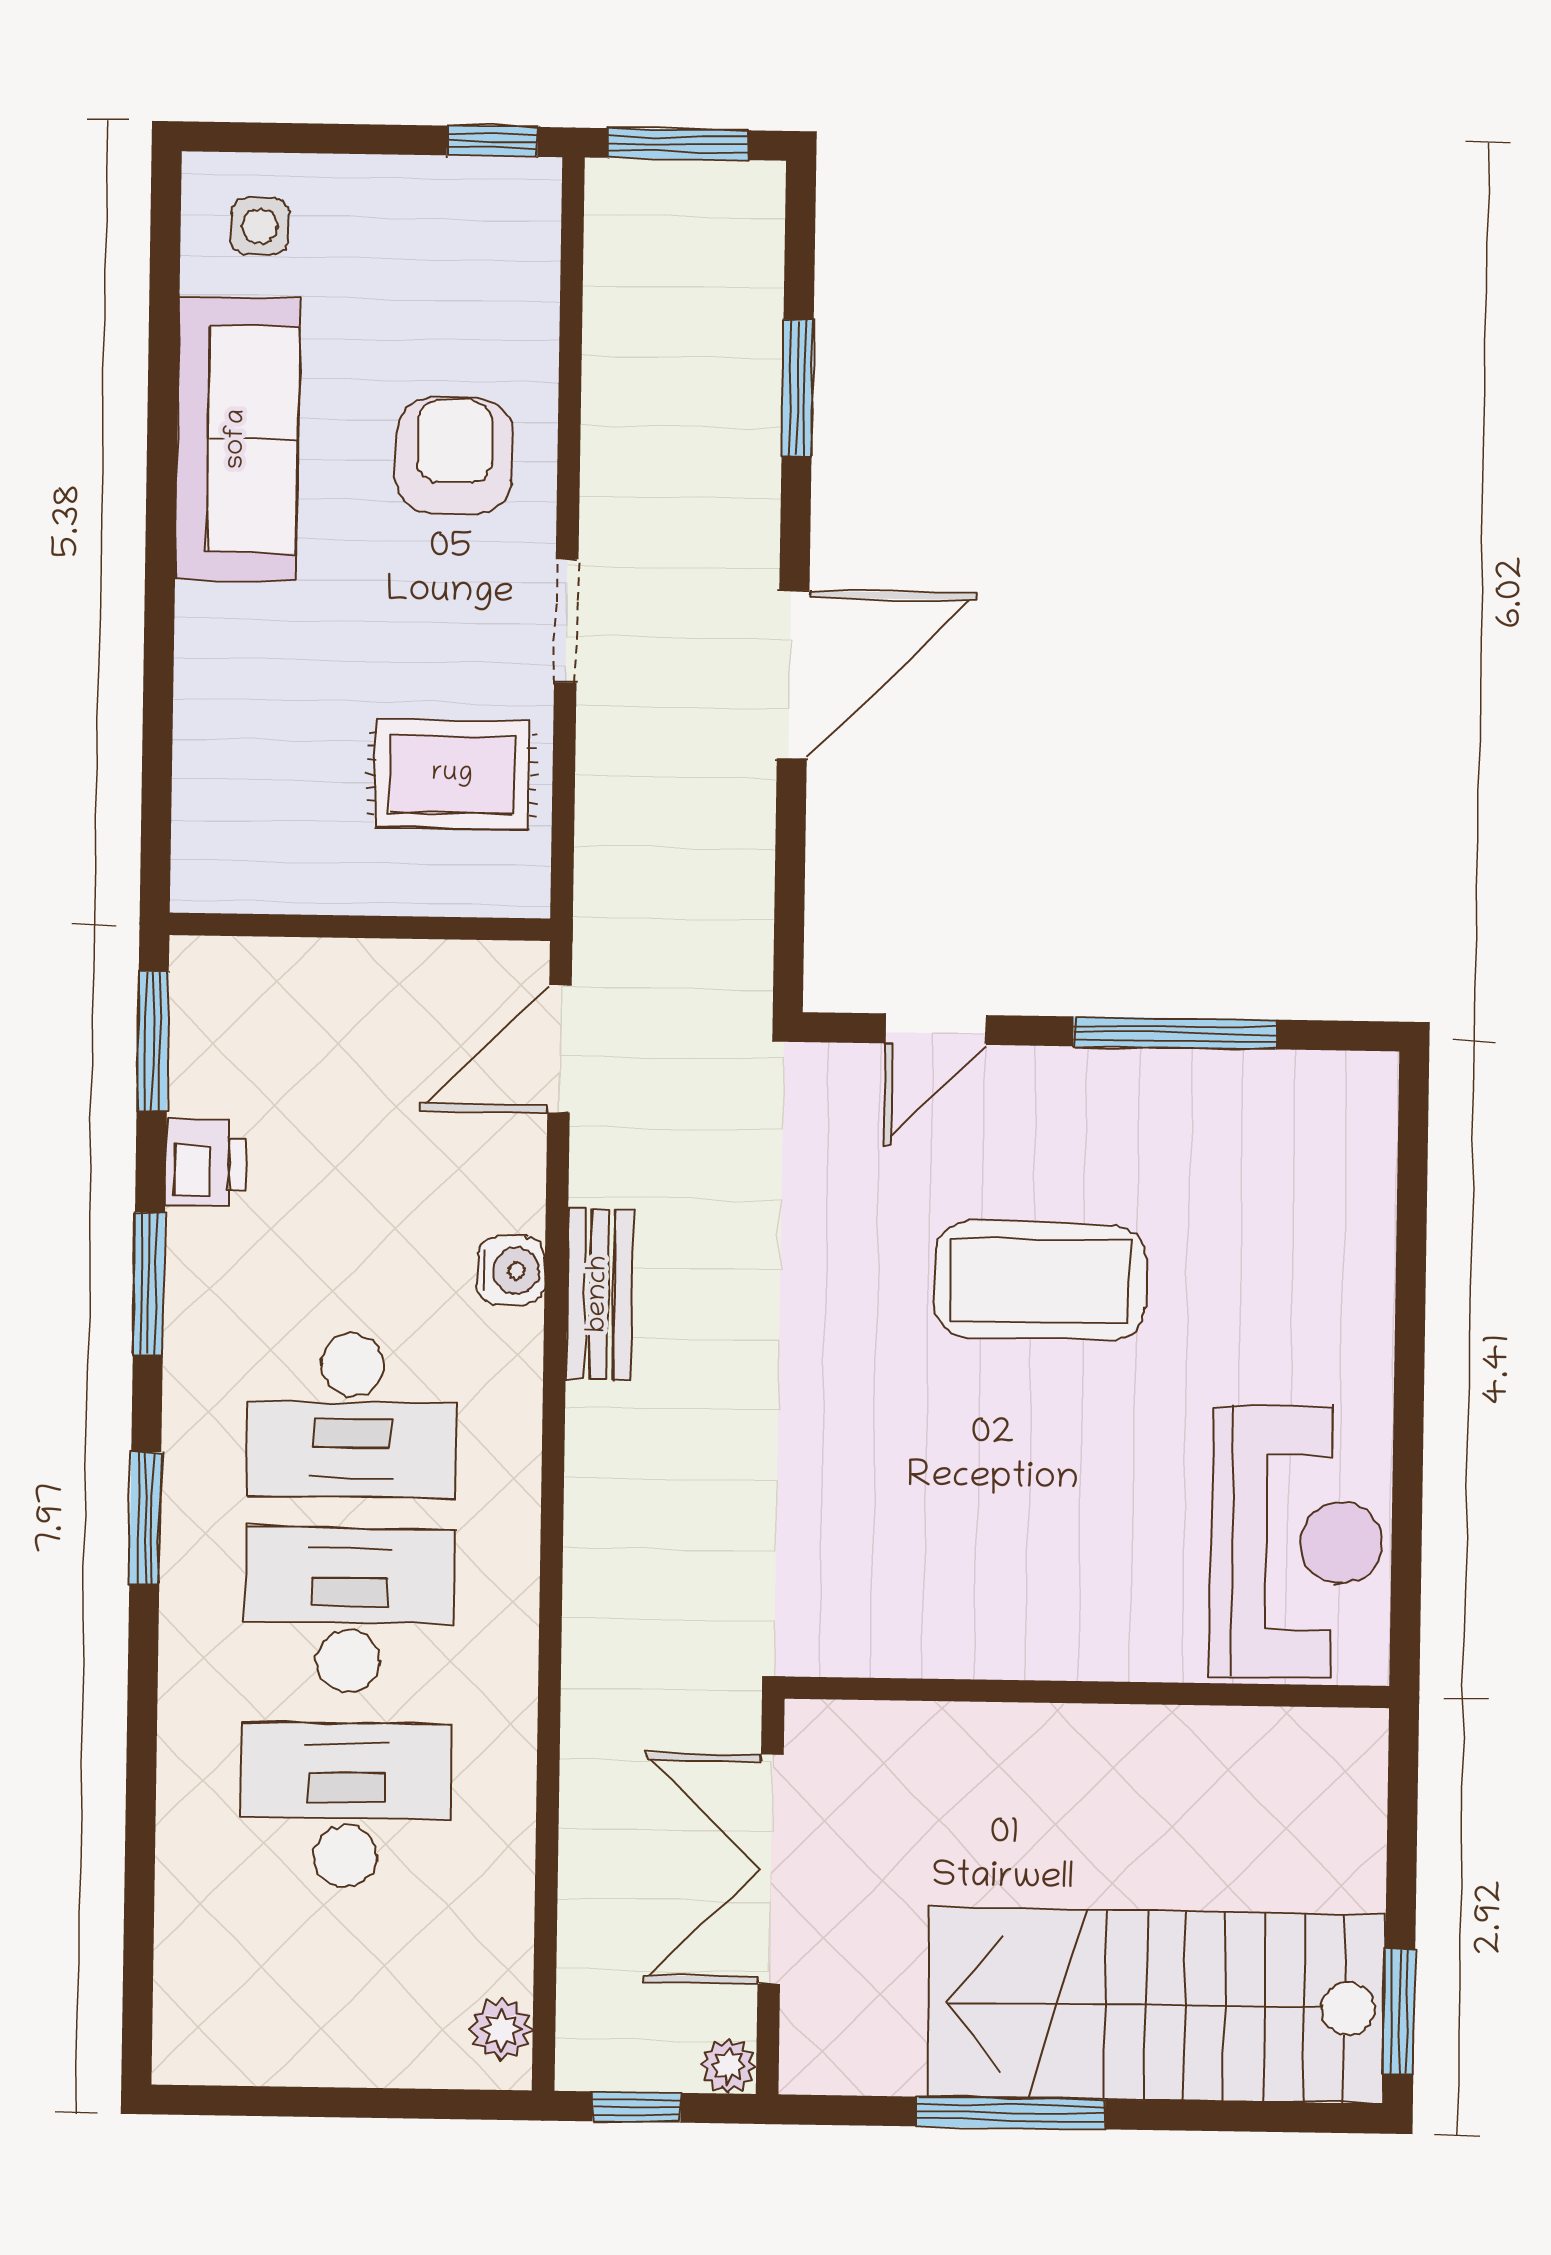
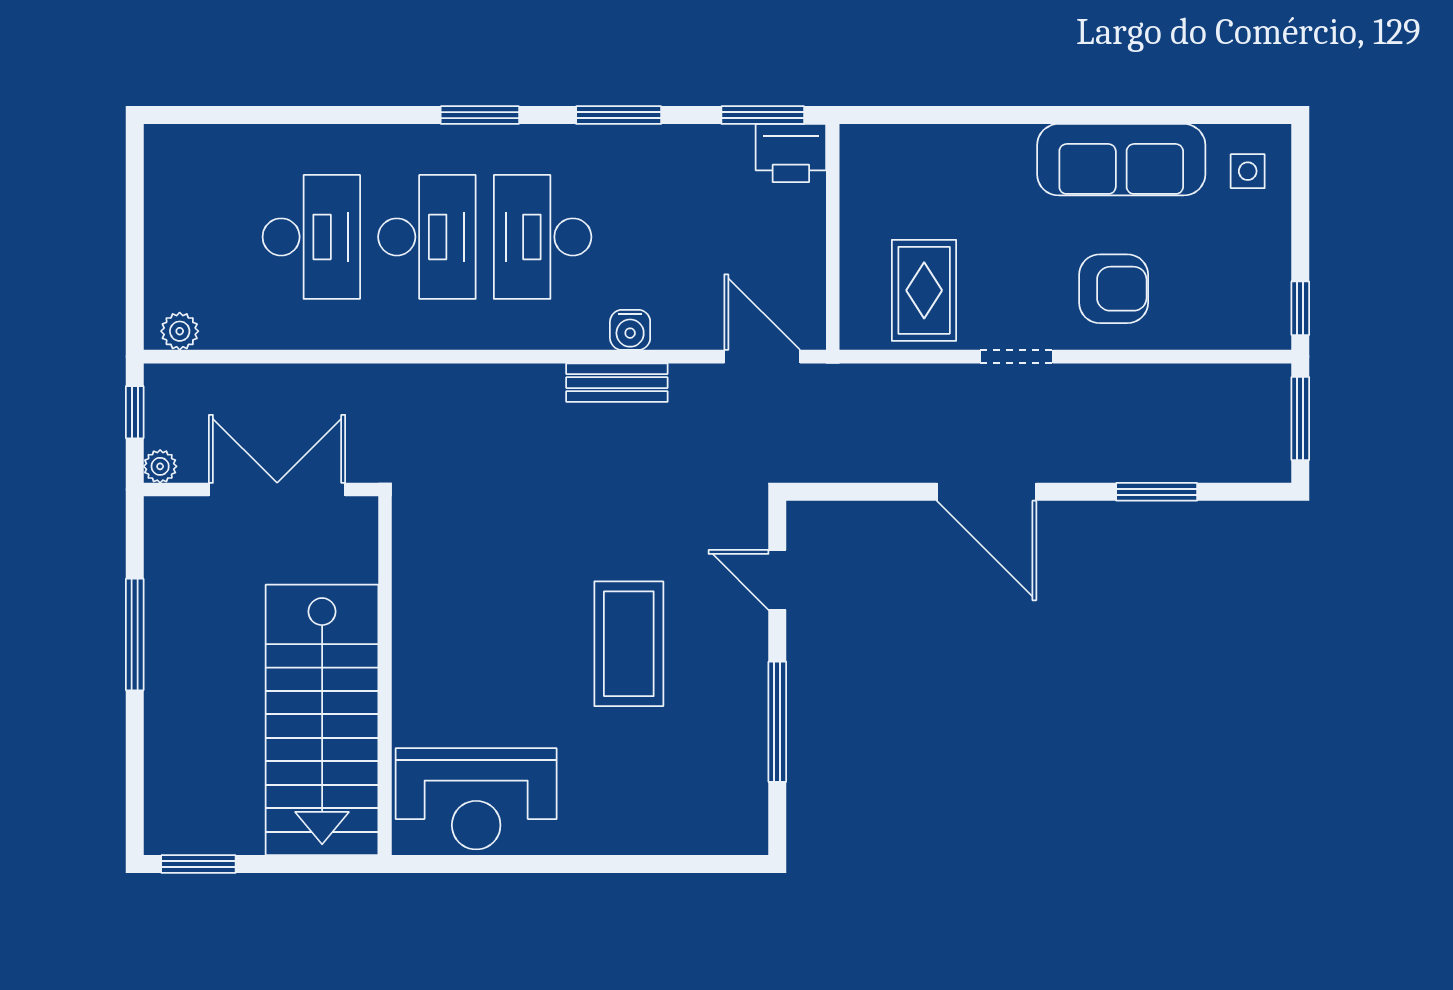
printer: (205, 1163) -> (791, 153), moved, width x1.36, depth x1.24
stairs: (1156, 2005) -> (322, 720), moved, turned 180

